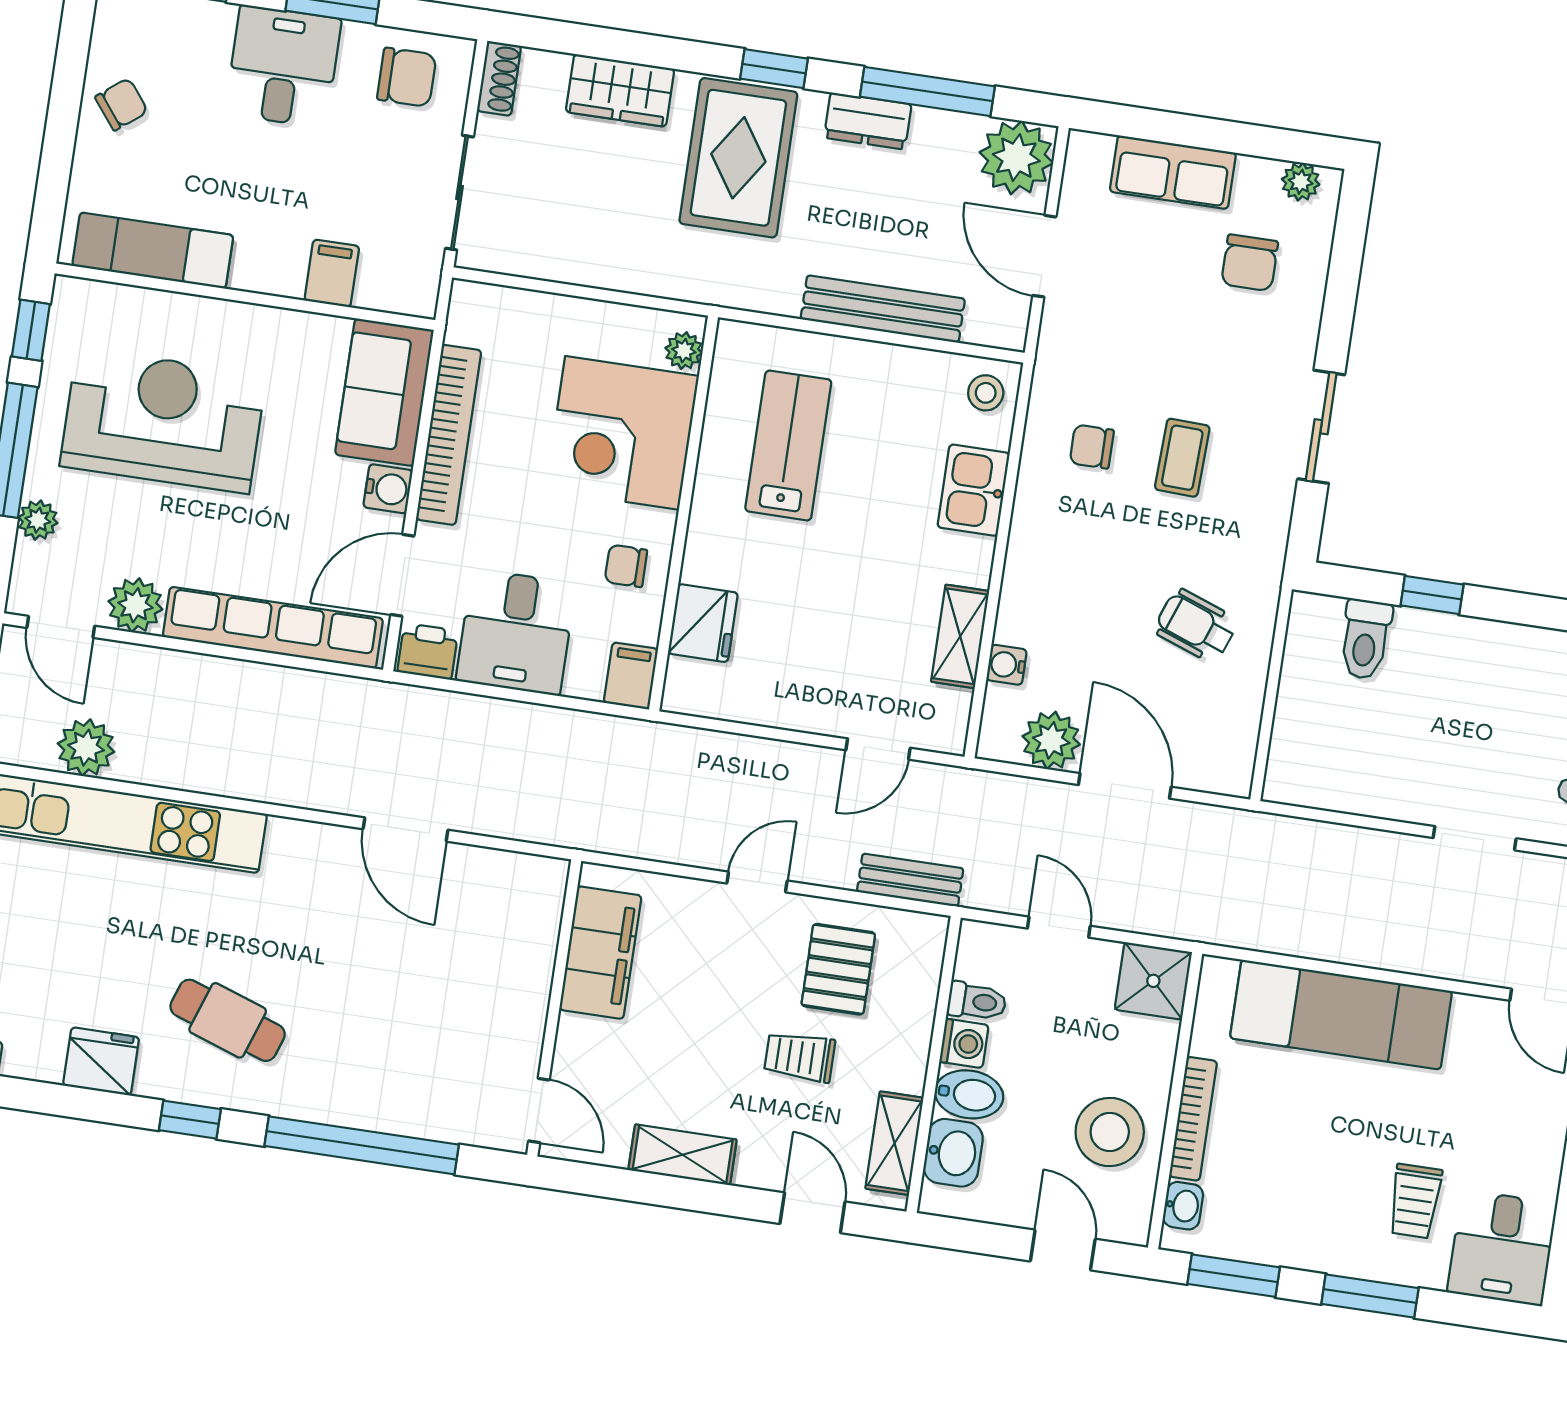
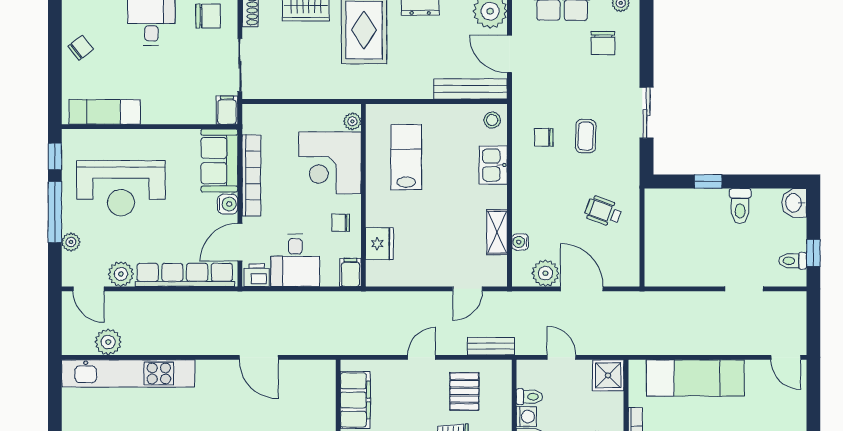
filing cabinet: (332, 273) -> (227, 110), moved
bench: (883, 309) -> (471, 89), moved
reception desk: (163, 420) -> (121, 188), turned 180
toilet: (1365, 639) -> (740, 206), moved

